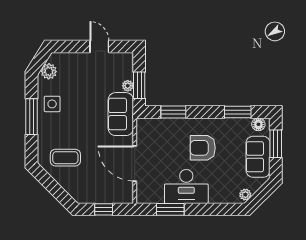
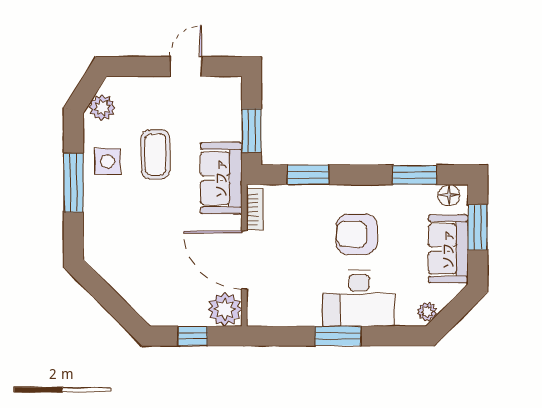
door: (99, 47) -> (186, 67), hinge flipped
plant: (128, 86) -> (225, 309), moved, width x1.88, depth x1.88
bookcase: (141, 133) -> (255, 209), added
coffee table: (65, 158) -> (156, 154), moved, turned 90
desk: (186, 187) -> (359, 298), moved
window: (170, 209) -> (338, 336), moved

